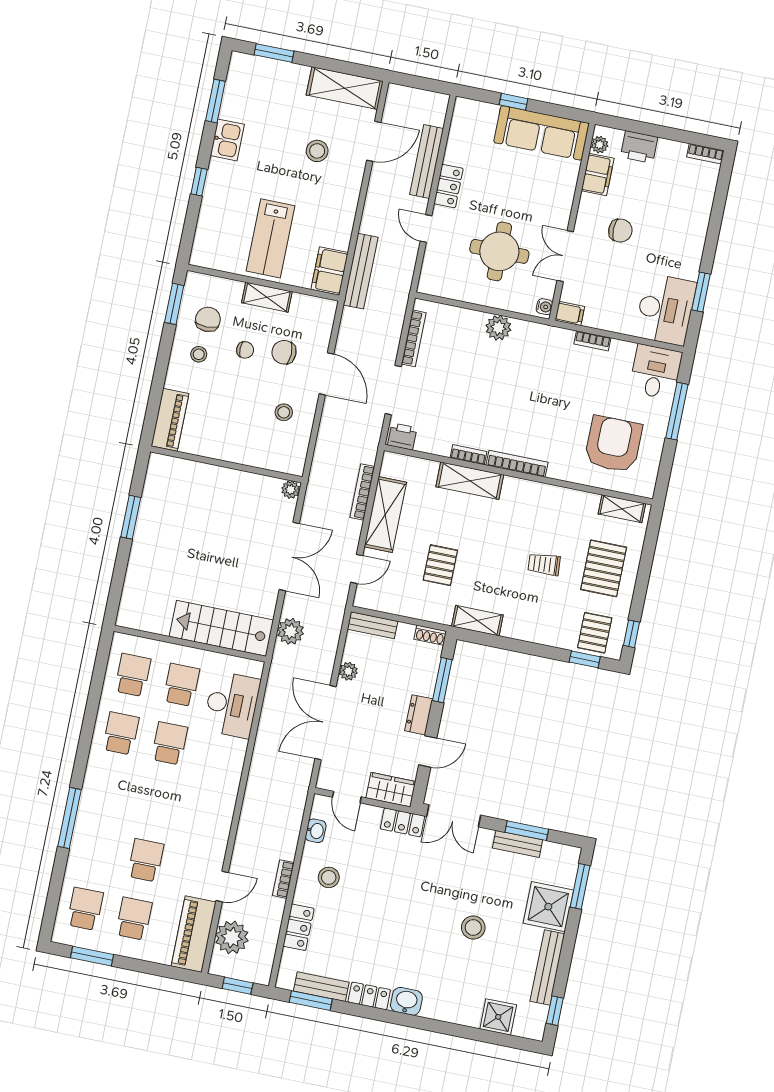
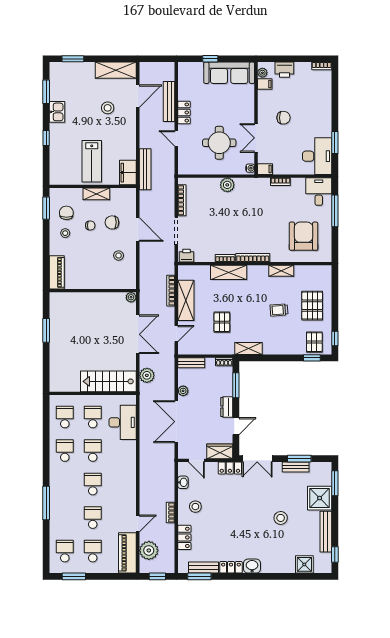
filing cabinet: (598, 175) -> (265, 84), width x0.50
shelving: (622, 509) -> (281, 271), moved
school desk: (158, 802) -> (93, 484), added

